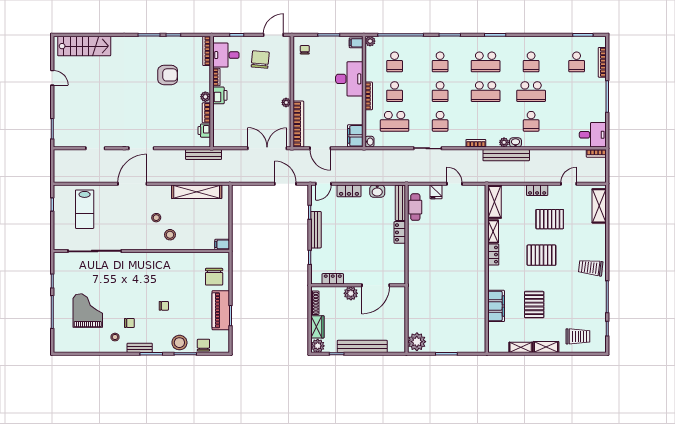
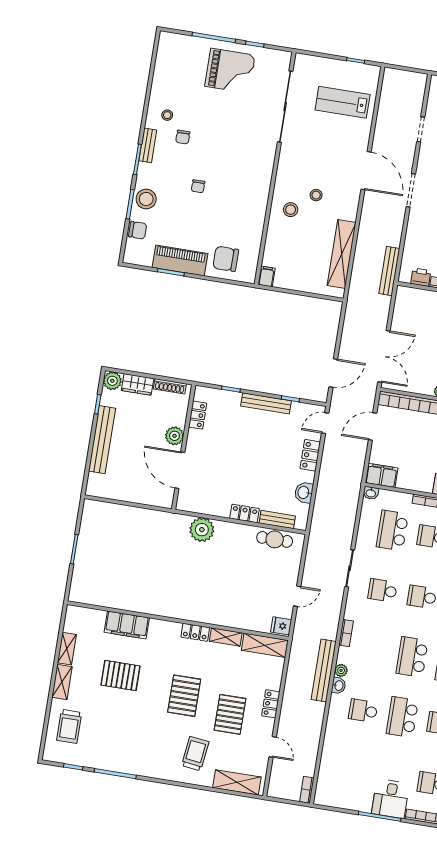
desk: (593, 135) -> (391, 799), moved
door: (323, 184) -> (325, 423), hinge flipped
fridge: (436, 192) -> (281, 626), moved
bench: (400, 203) -> (277, 520), width x0.73
trolley: (591, 268) -> (195, 754), moved
grand piano: (88, 311) -> (230, 71), moved
plant: (417, 342) -> (202, 530), moved

